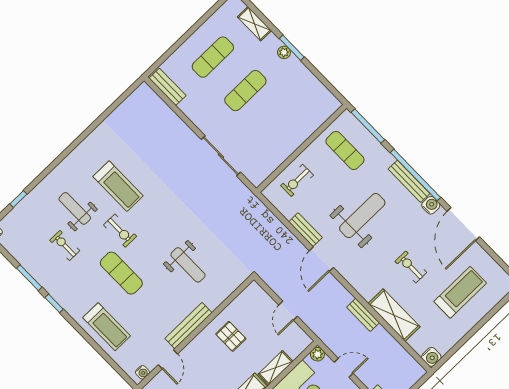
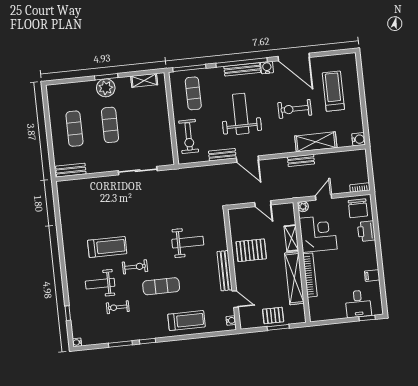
shelving: (254, 24) -> (144, 80), moved
plant: (284, 52) -> (106, 88), width x1.88, depth x1.88
exercise mat: (345, 150) -> (193, 93), turned 90
exercise bike: (297, 180) -> (189, 136), width x1.38, depth x1.39
exercise bike: (411, 267) -> (295, 109), width x1.38, depth x1.39
pallet: (231, 336) -> (251, 250), width x1.50, depth x1.42

